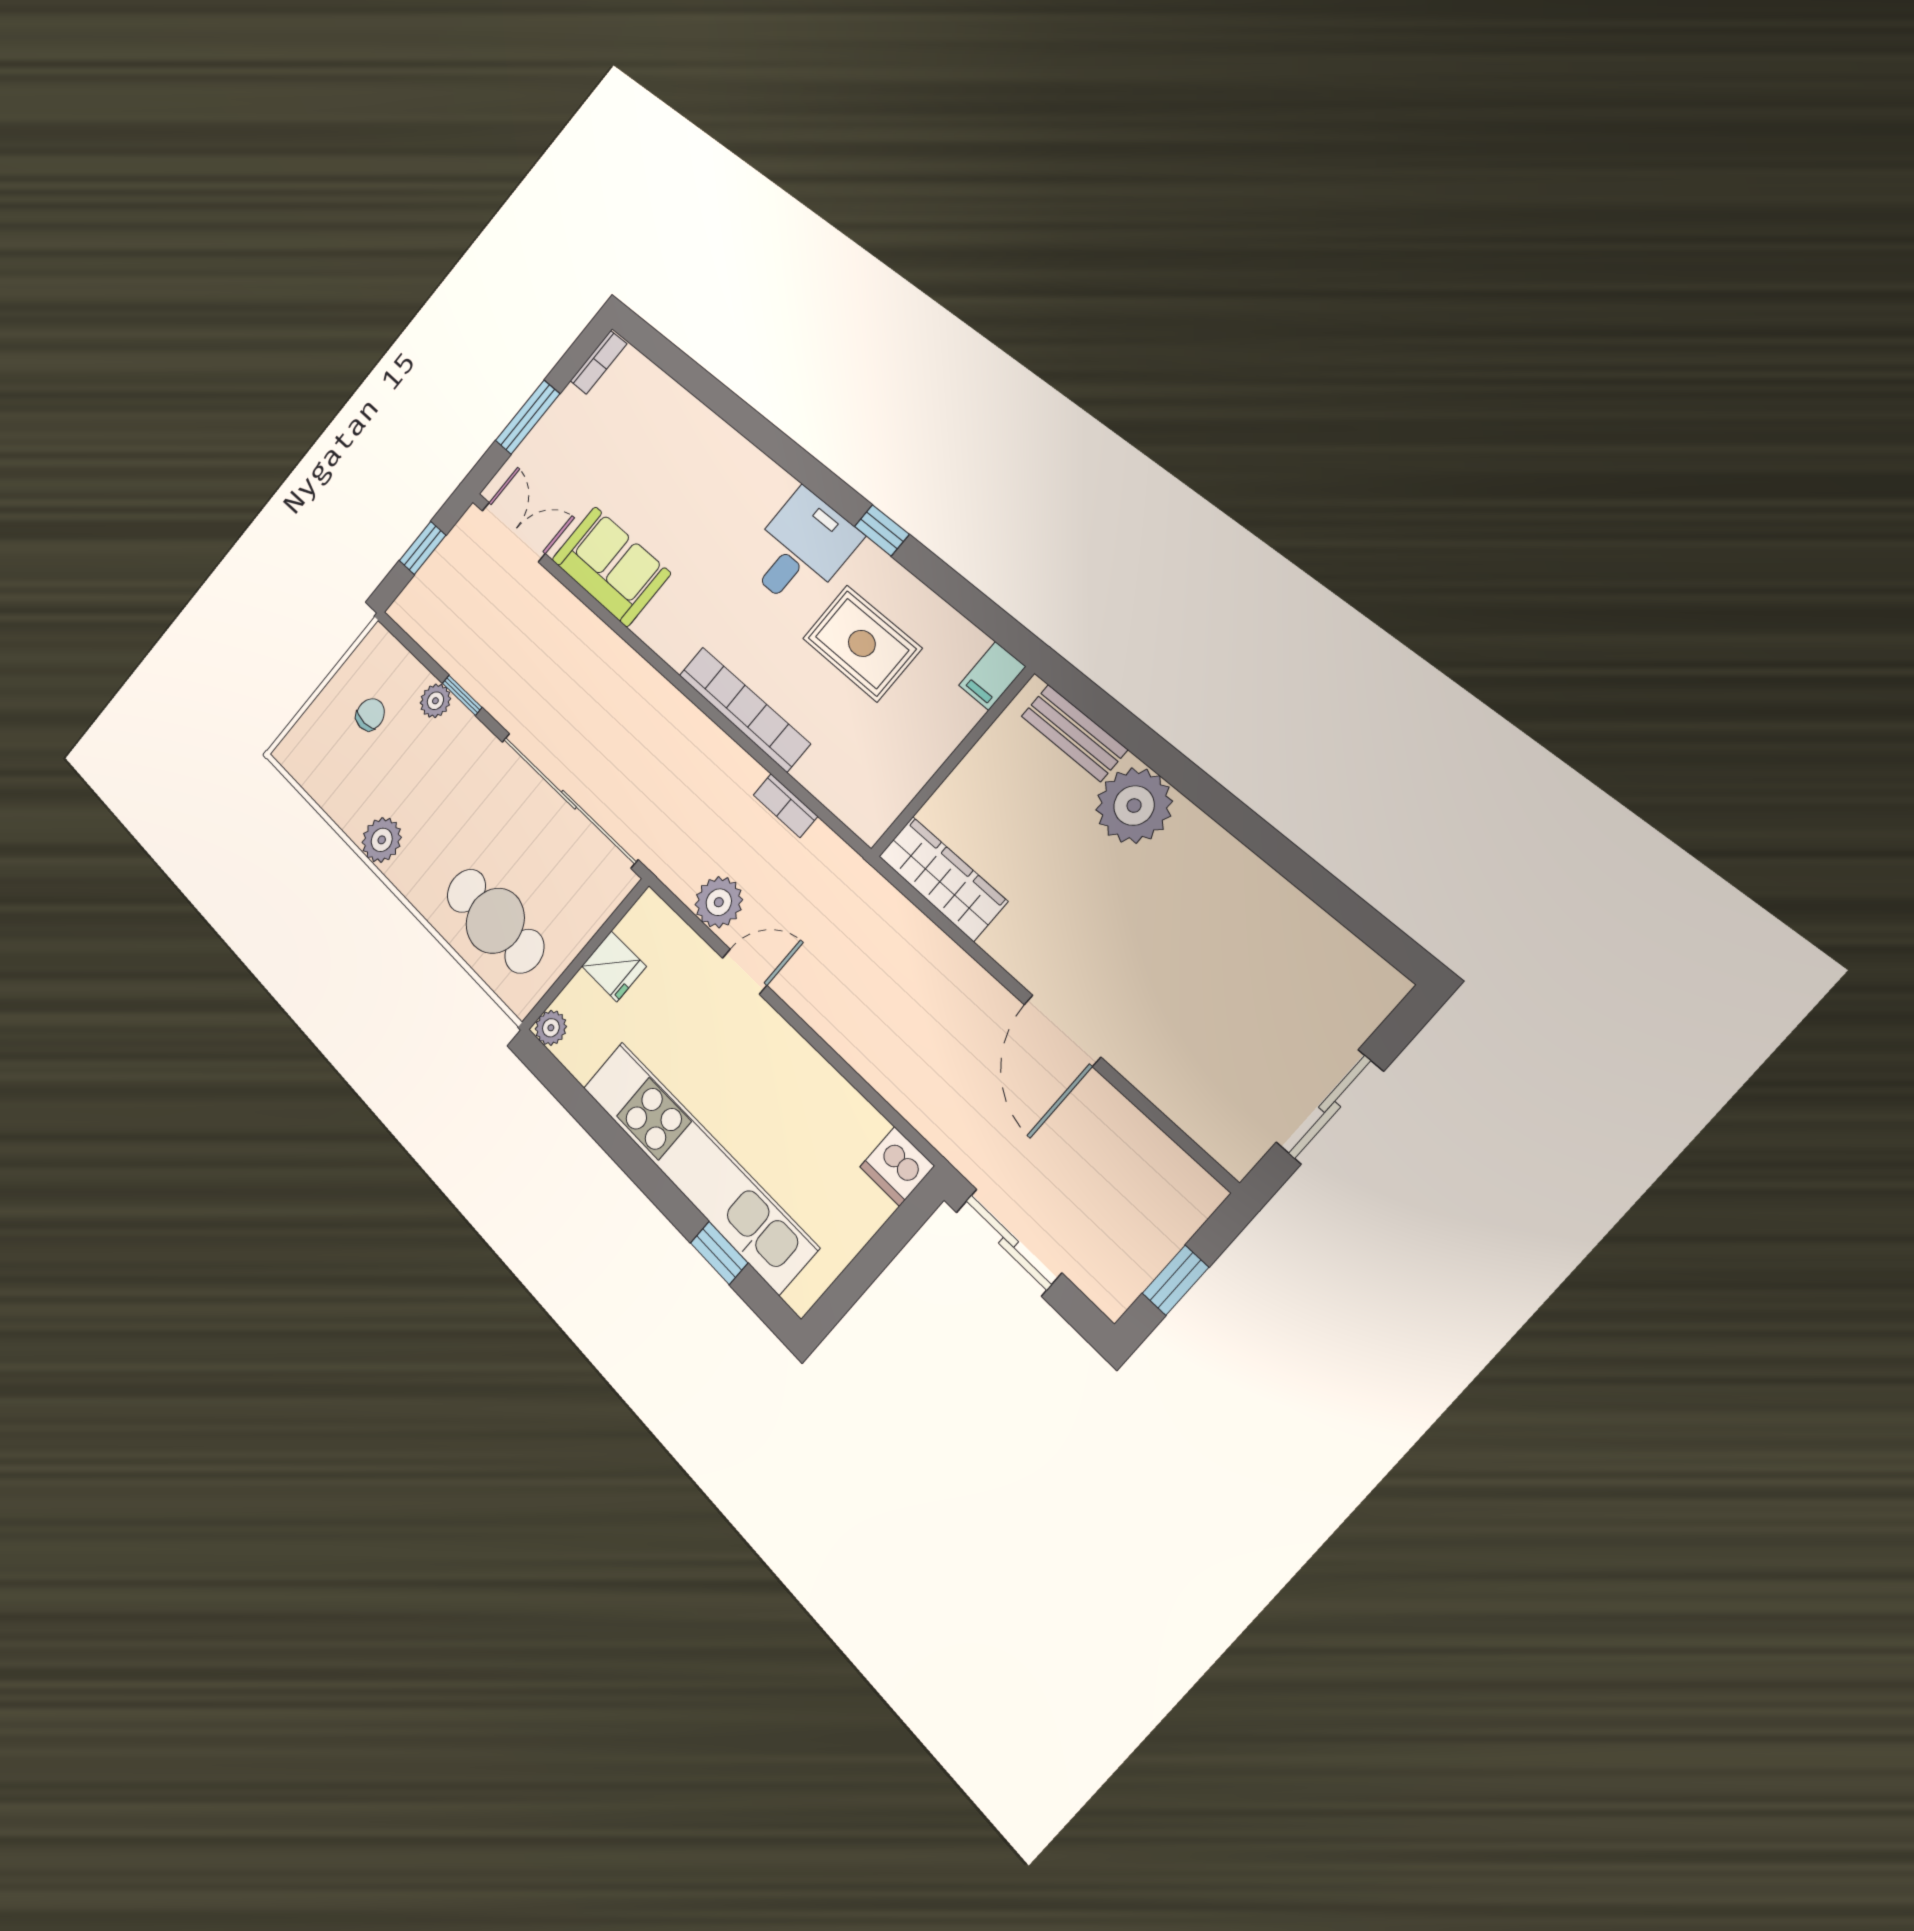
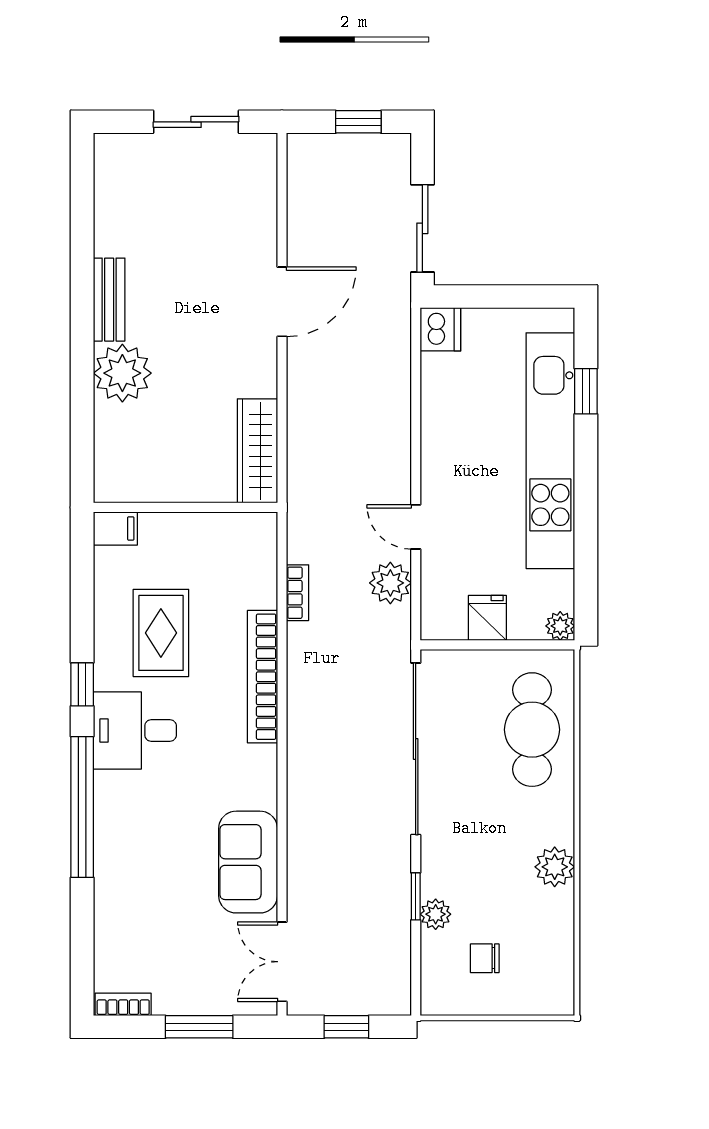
window: (780, 448) -> (82, 807), added
bench: (1074, 733) -> (109, 300), moved

